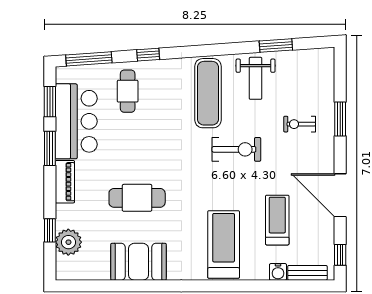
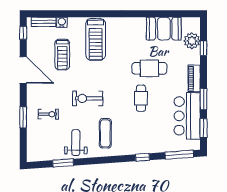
cafe table: (128, 91) -> (141, 98), moved
exercise mat: (208, 93) -> (105, 133), width x0.73, depth x0.69
booth: (138, 262) -> (164, 29), moved

